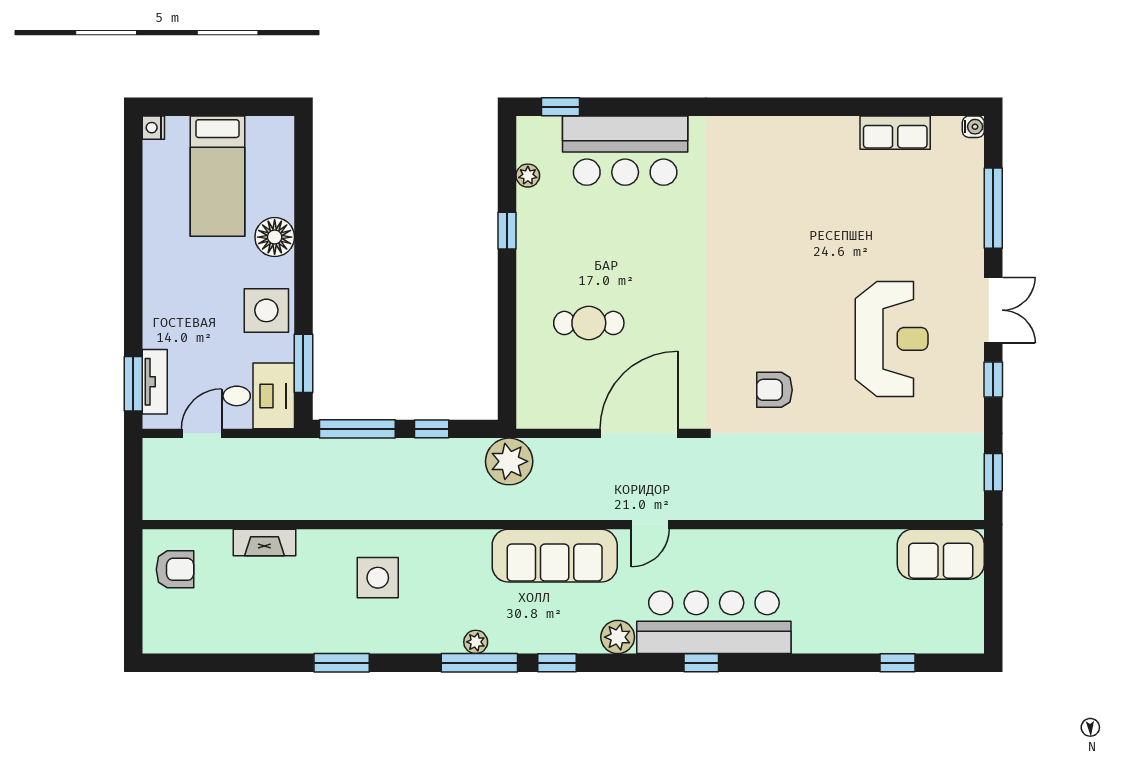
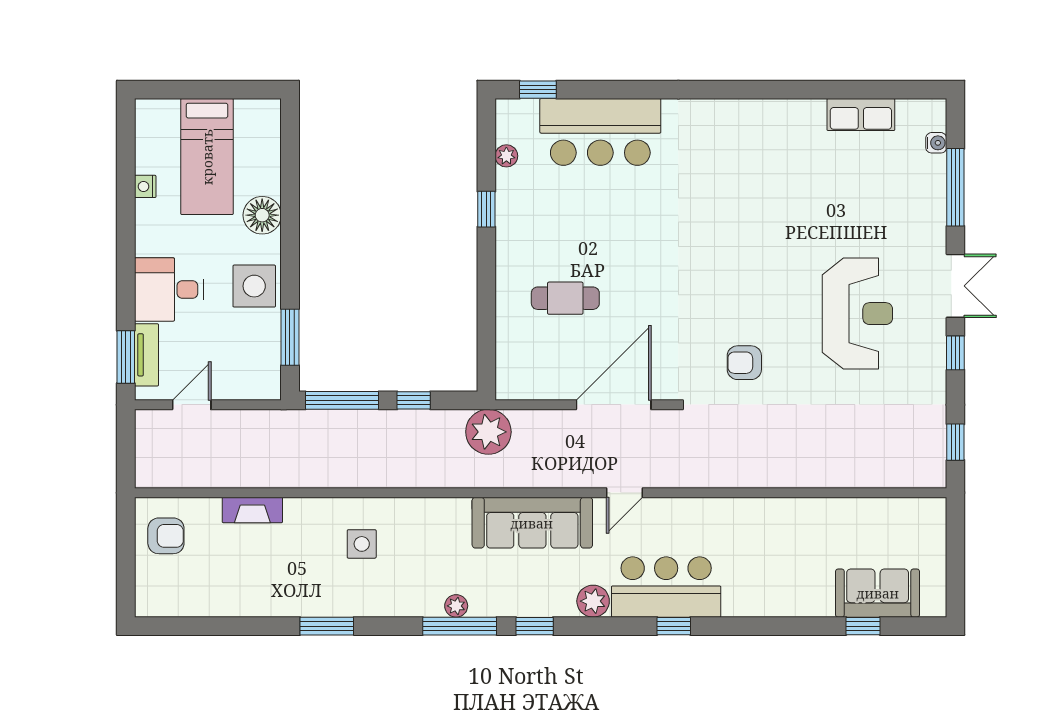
water cooler: (973, 127) -> (936, 143), moved
nightstand: (153, 128) -> (145, 186), moved
desk: (259, 396) -> (169, 290), moved, turned 180
sofa: (941, 554) -> (878, 593), moved, turned 180
side table: (378, 578) -> (362, 544), width x0.73, depth x0.73
bar counter: (714, 622) -> (666, 587), width x0.73

